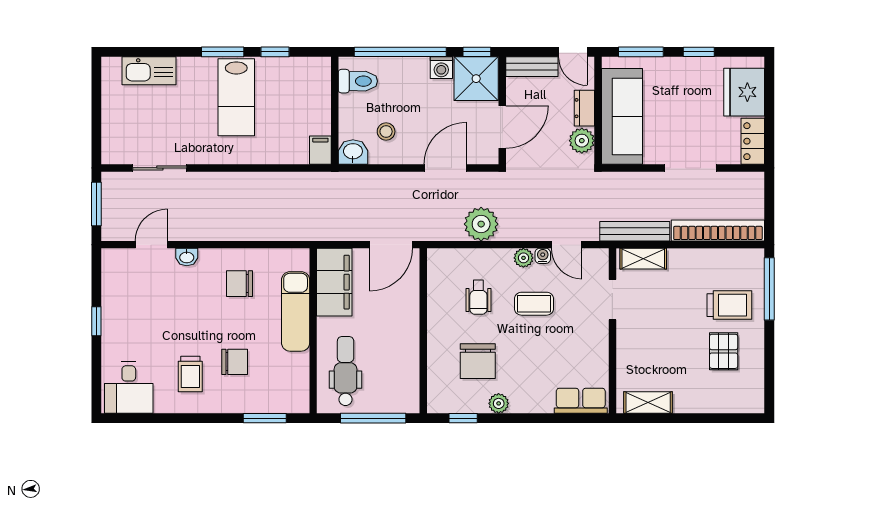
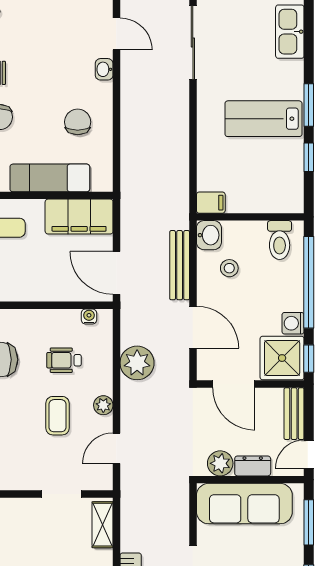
sliding door: (160, 168) -> (193, 42), width x1.37
bench: (635, 231) -> (180, 265), moved
water cooler: (543, 256) -> (89, 316), moved, turned -90

